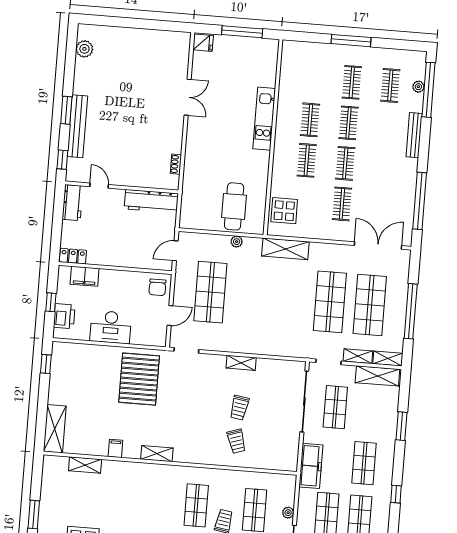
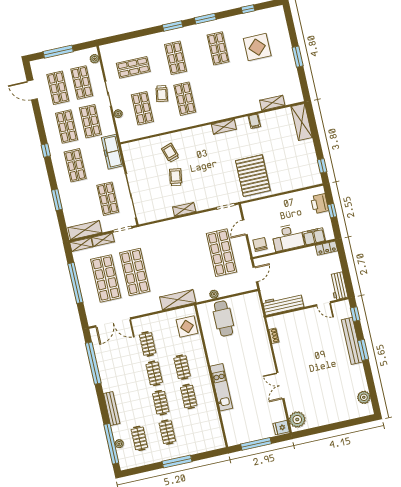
plant: (179, 47) -> (297, 419), added
desk: (111, 327) -> (288, 237), moved, turned 180

